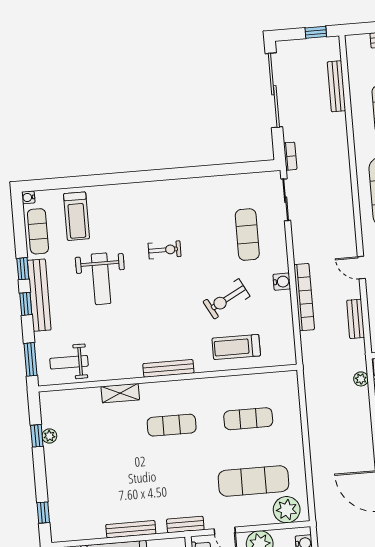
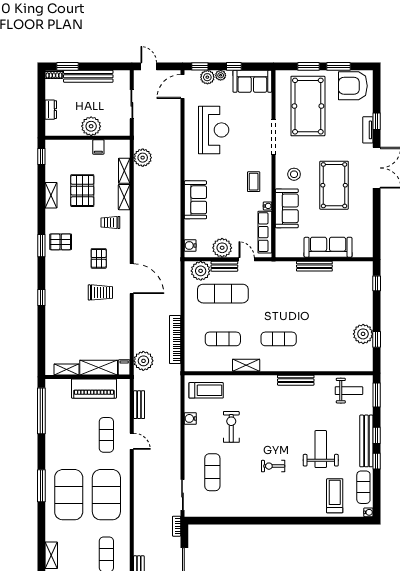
water cooler: (282, 282) -> (190, 418), moved
bookcase: (304, 297) -> (175, 340), moved
exercise bike: (227, 299) -> (231, 427), turned -62
treadmill: (236, 347) -> (206, 390), moved
bench: (168, 368) -> (296, 380), moved
plant: (361, 379) -> (143, 361), width x1.87, depth x1.87
shelving: (120, 393) -> (246, 365), moved
plant: (49, 436) -> (363, 334), width x1.88, depth x1.88
bench: (185, 525) -> (224, 266), moved

